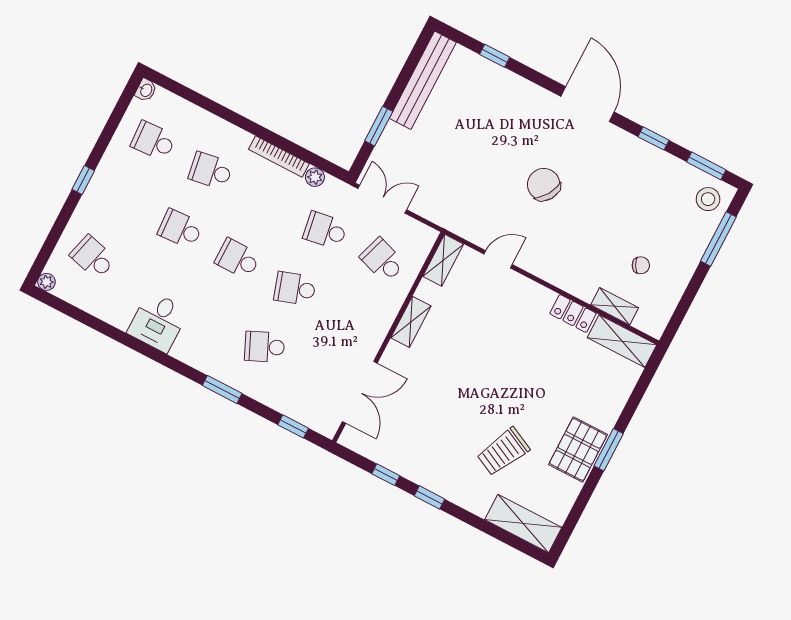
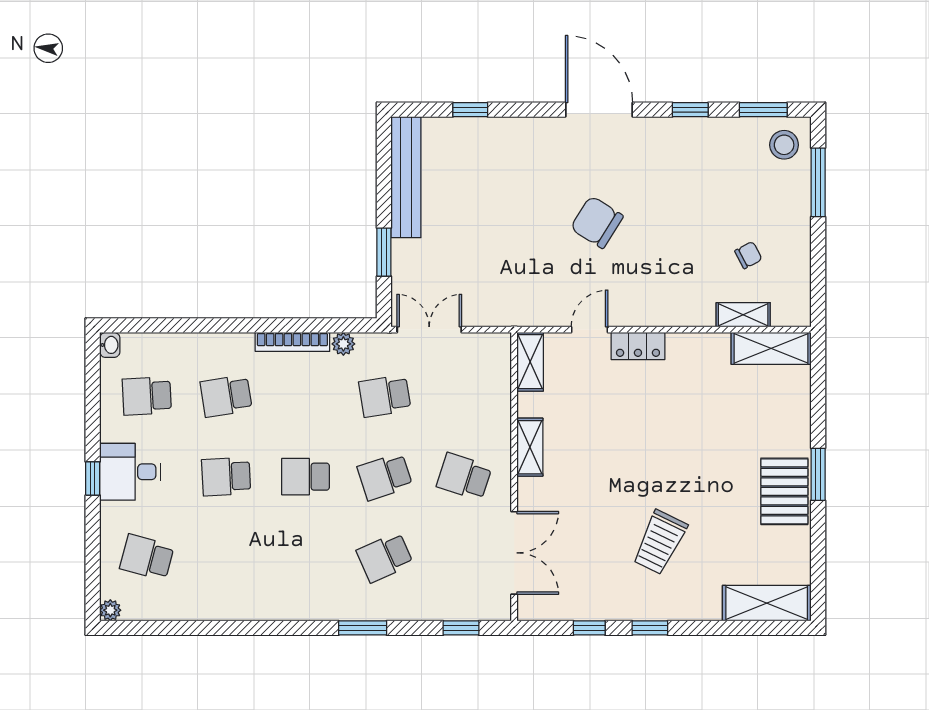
school desk: (383, 260) -> (464, 477), moved
locker: (573, 313) -> (638, 346), moved
desk: (158, 322) -> (130, 472), moved, turned 90
trolley: (503, 452) -> (660, 542), moved

